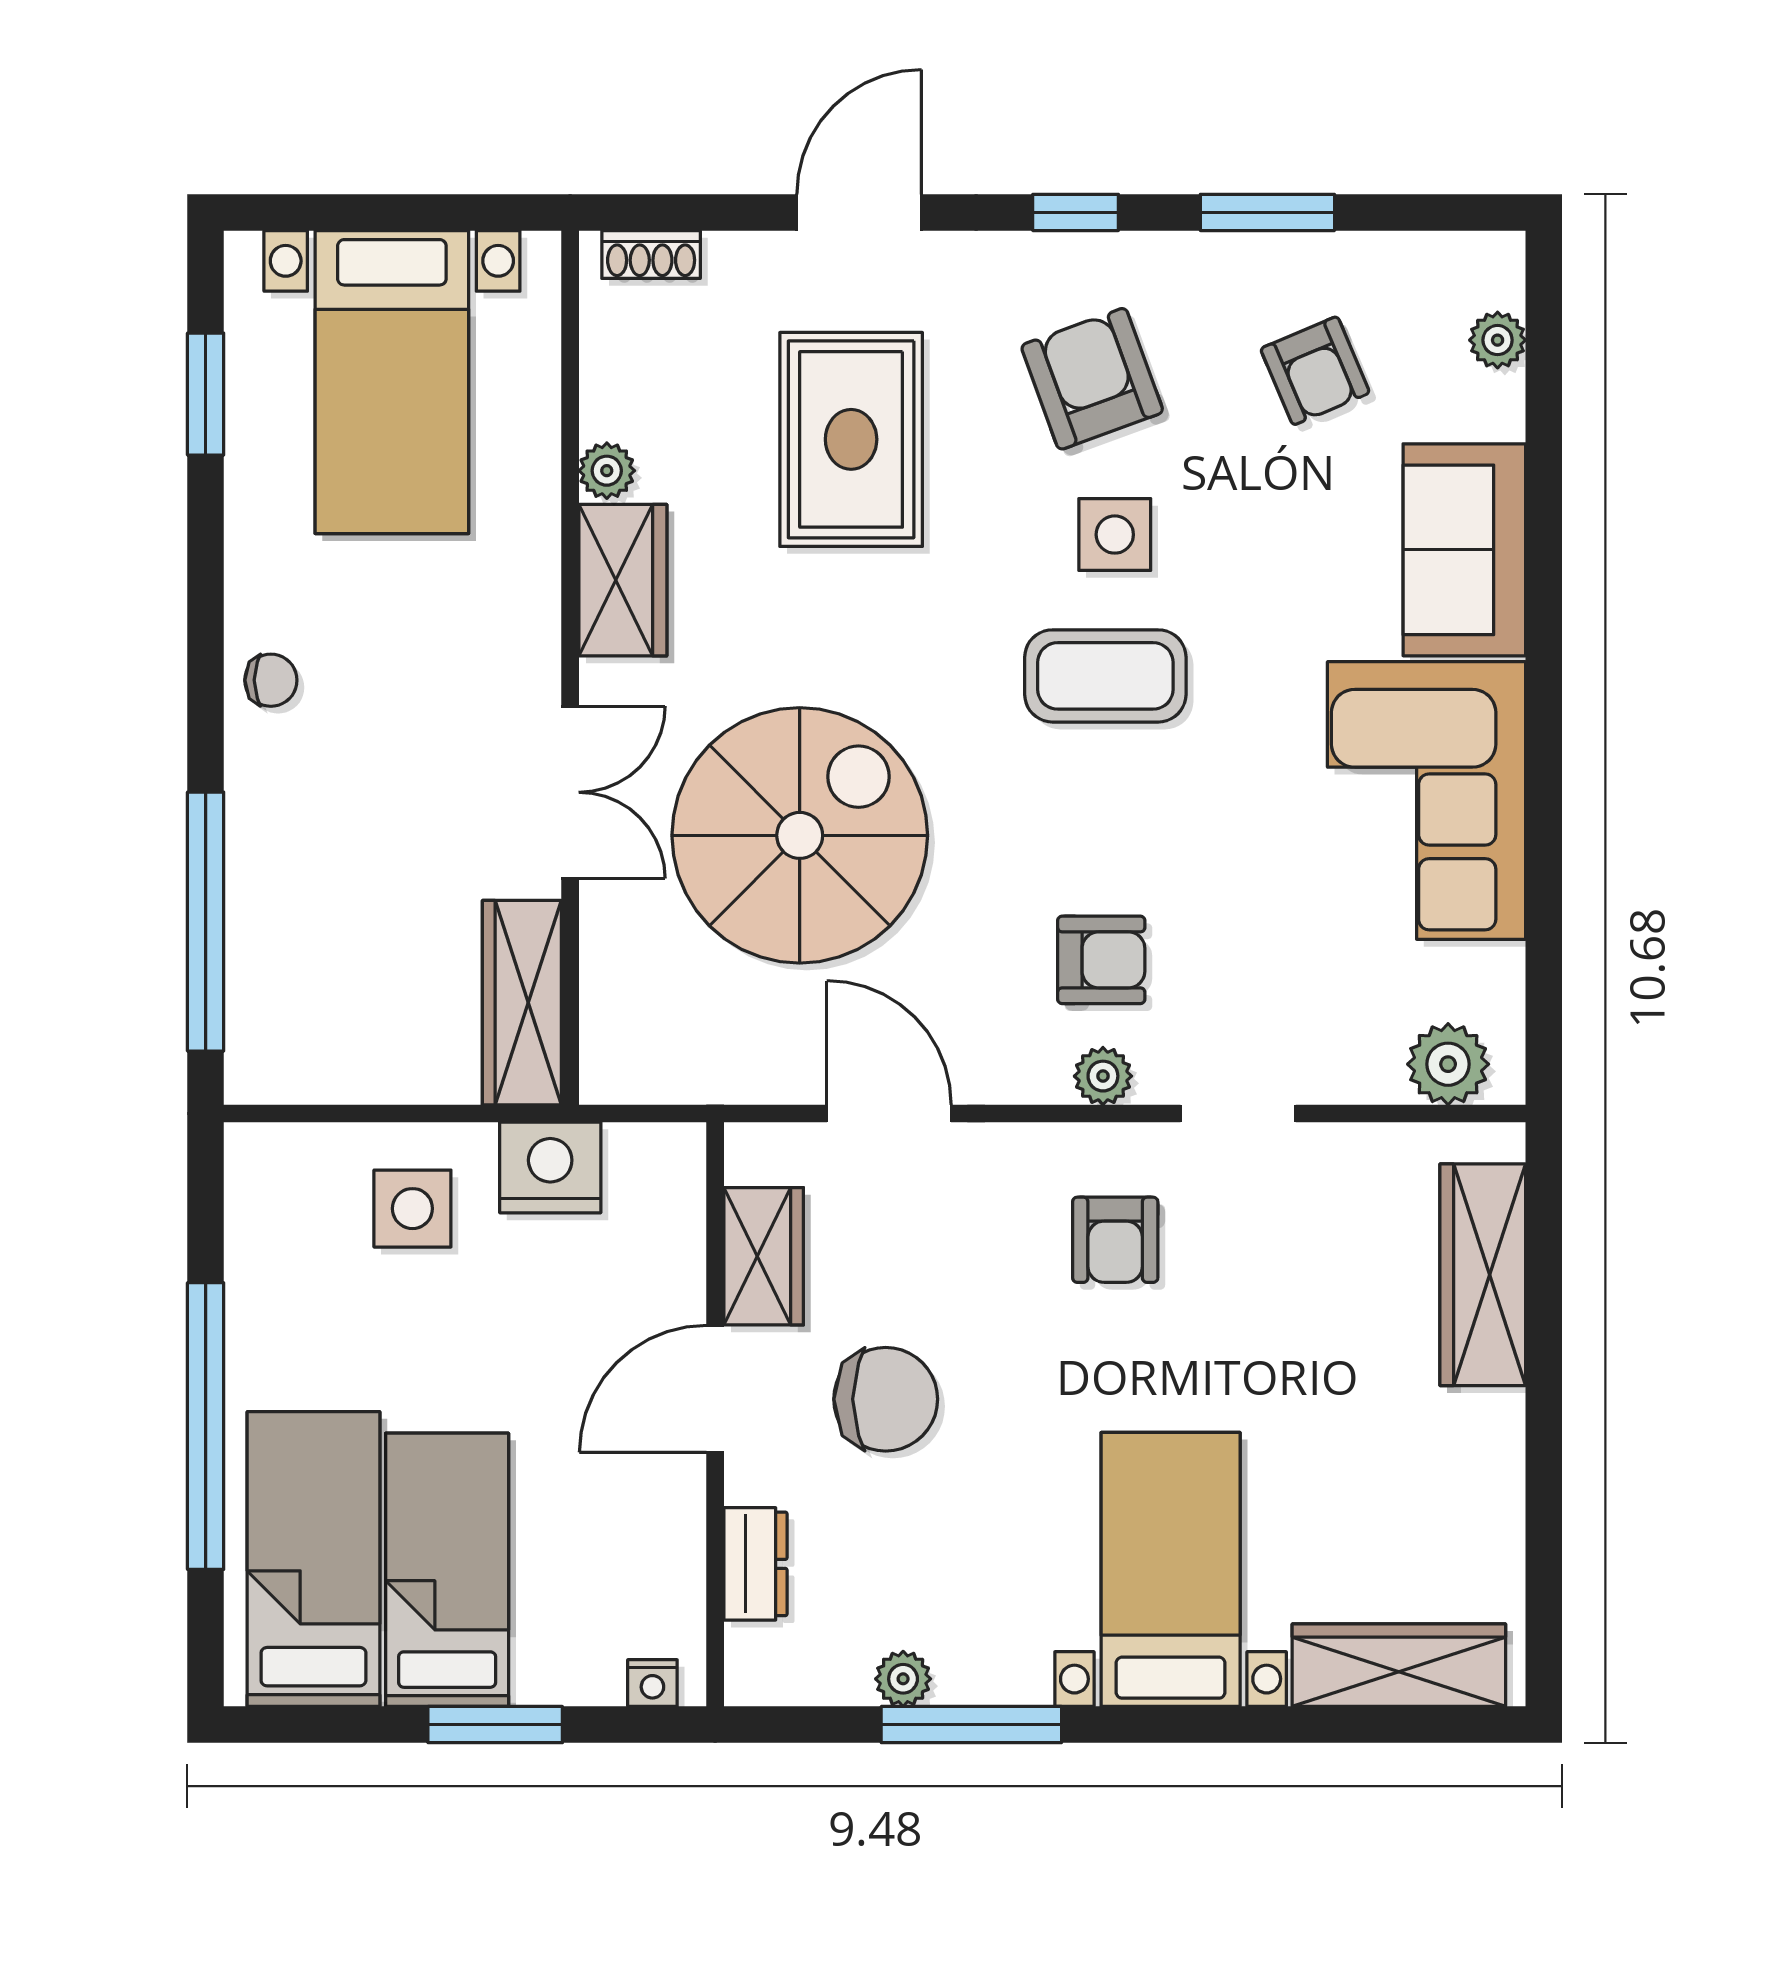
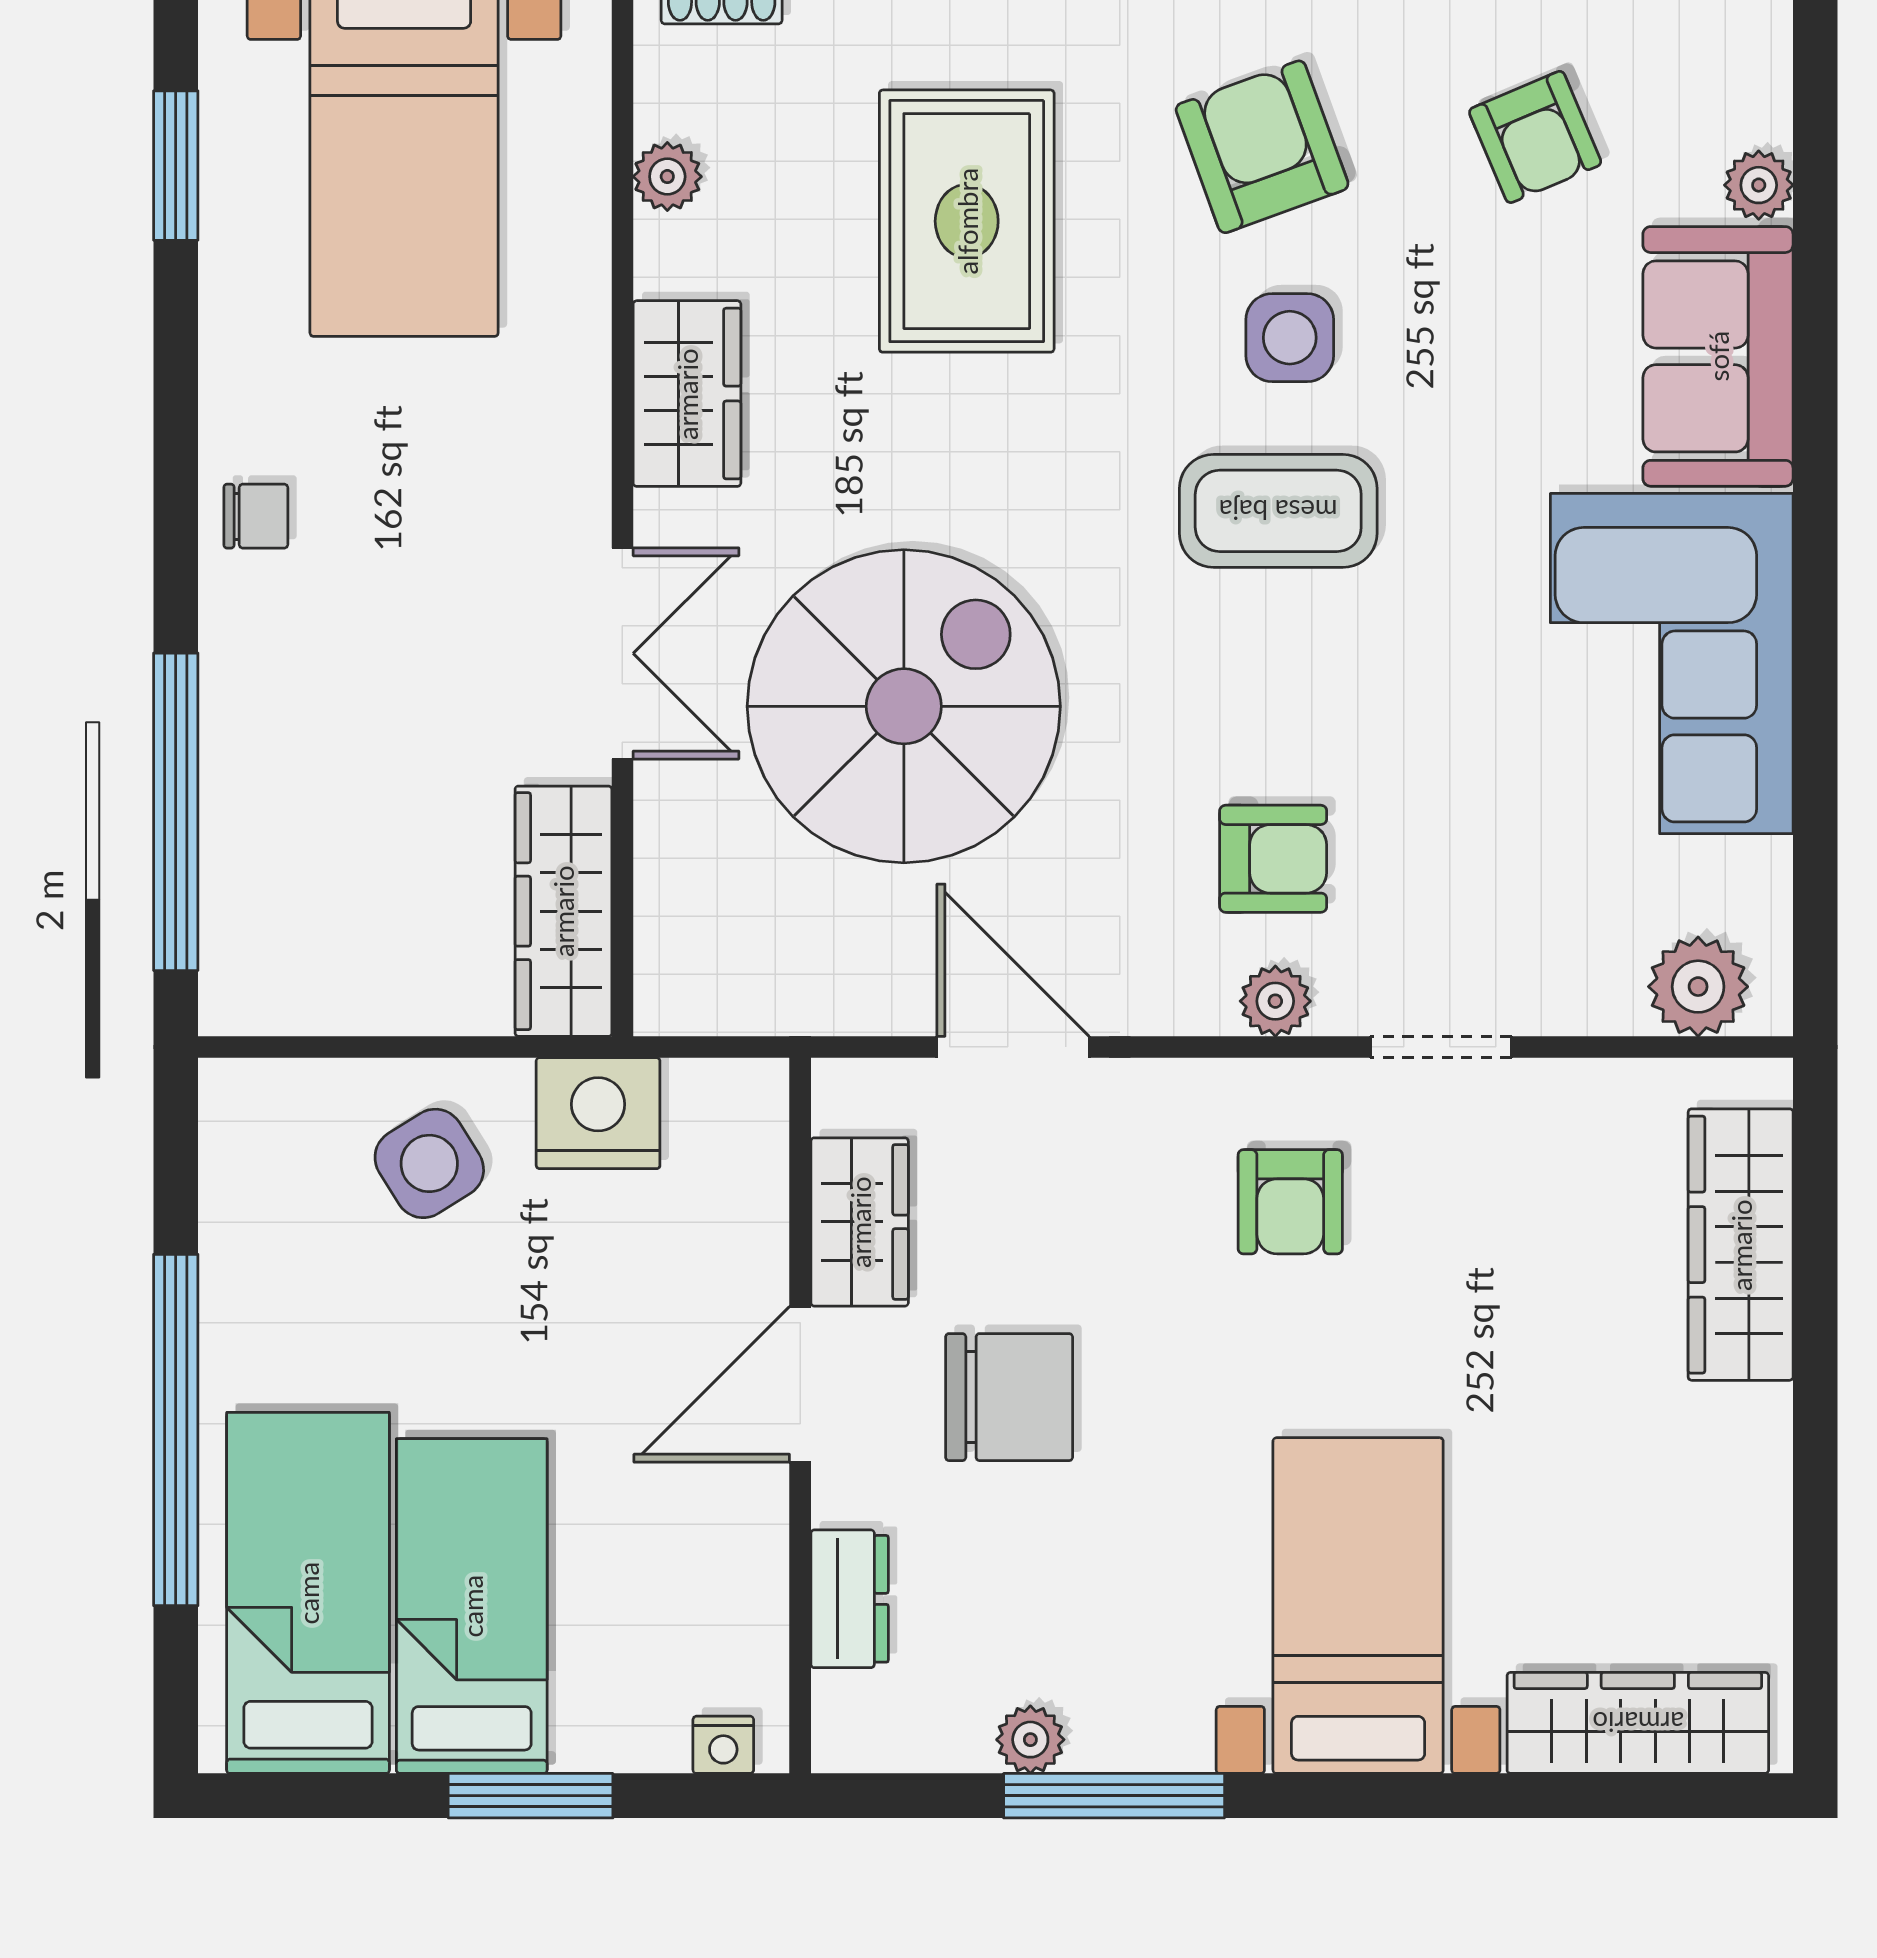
plant: (1498, 340) -> (1759, 185), moved
plant: (607, 471) -> (667, 177), moved
side table: (412, 1209) -> (429, 1163), turned -32

